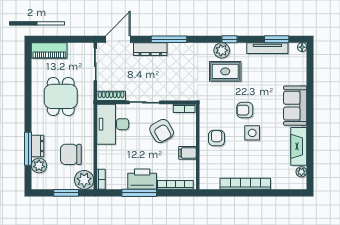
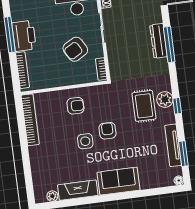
dresser: (150, 49) -> (159, 41), moved
filing cabinet: (188, 153) -> (57, 78), removed
bookcase: (245, 184) -> (30, 120), moved

